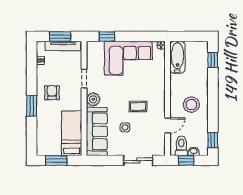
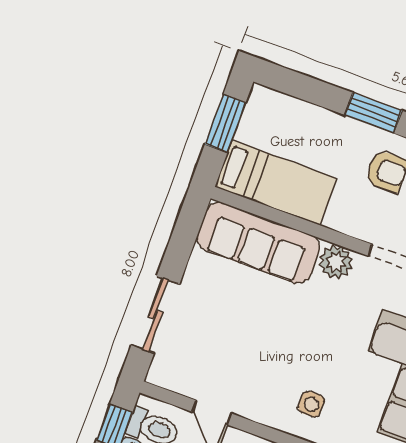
coffee table: (138, 106) -> (281, 360), removed
side table: (125, 127) -> (311, 404), moved

